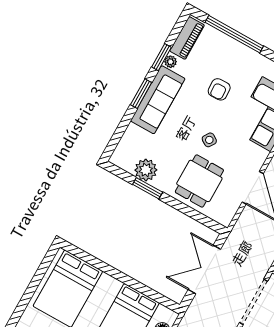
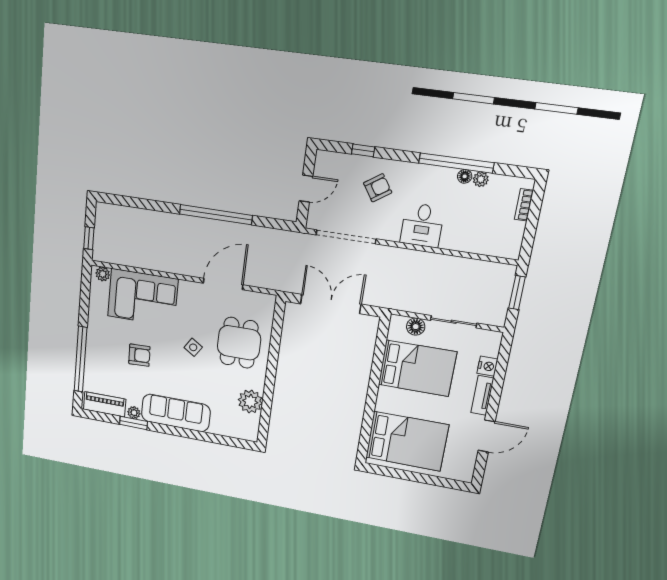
window: (141, 94) -> (177, 431), removed
dining table: (199, 181) -> (239, 343), turned 90
window: (148, 188) -> (268, 394), removed
double door: (204, 269) -> (331, 304), swing flipped

